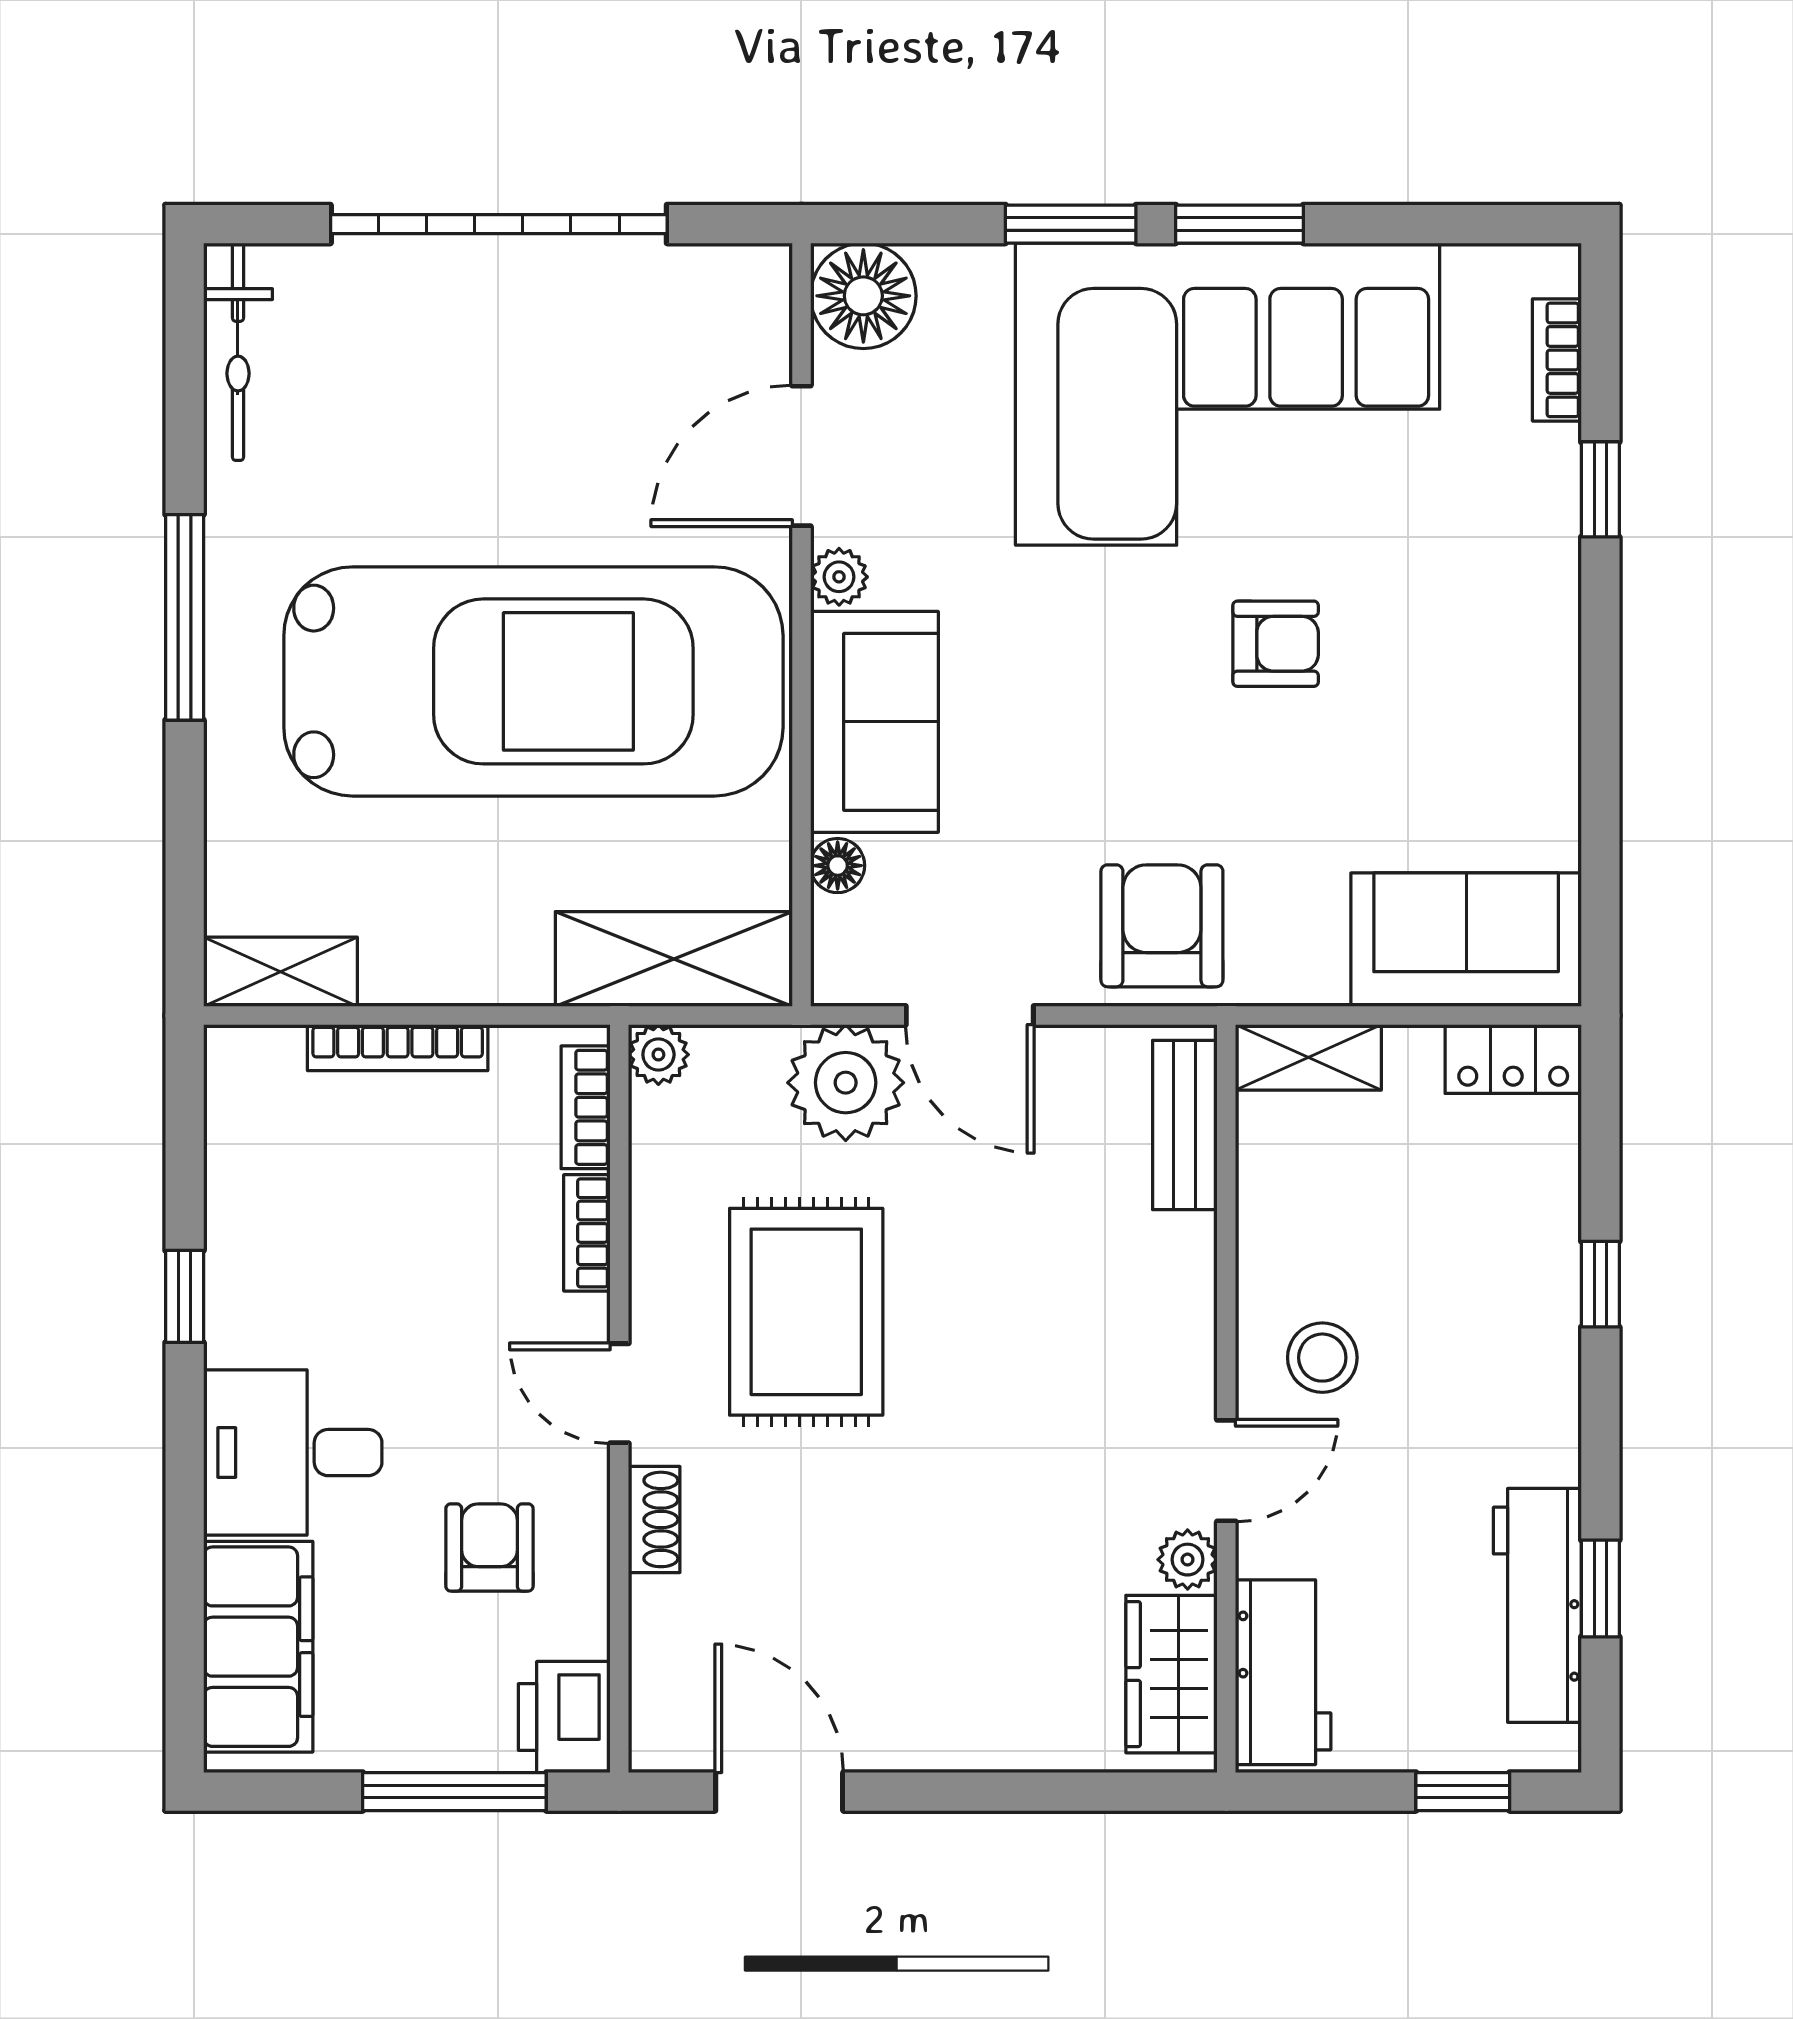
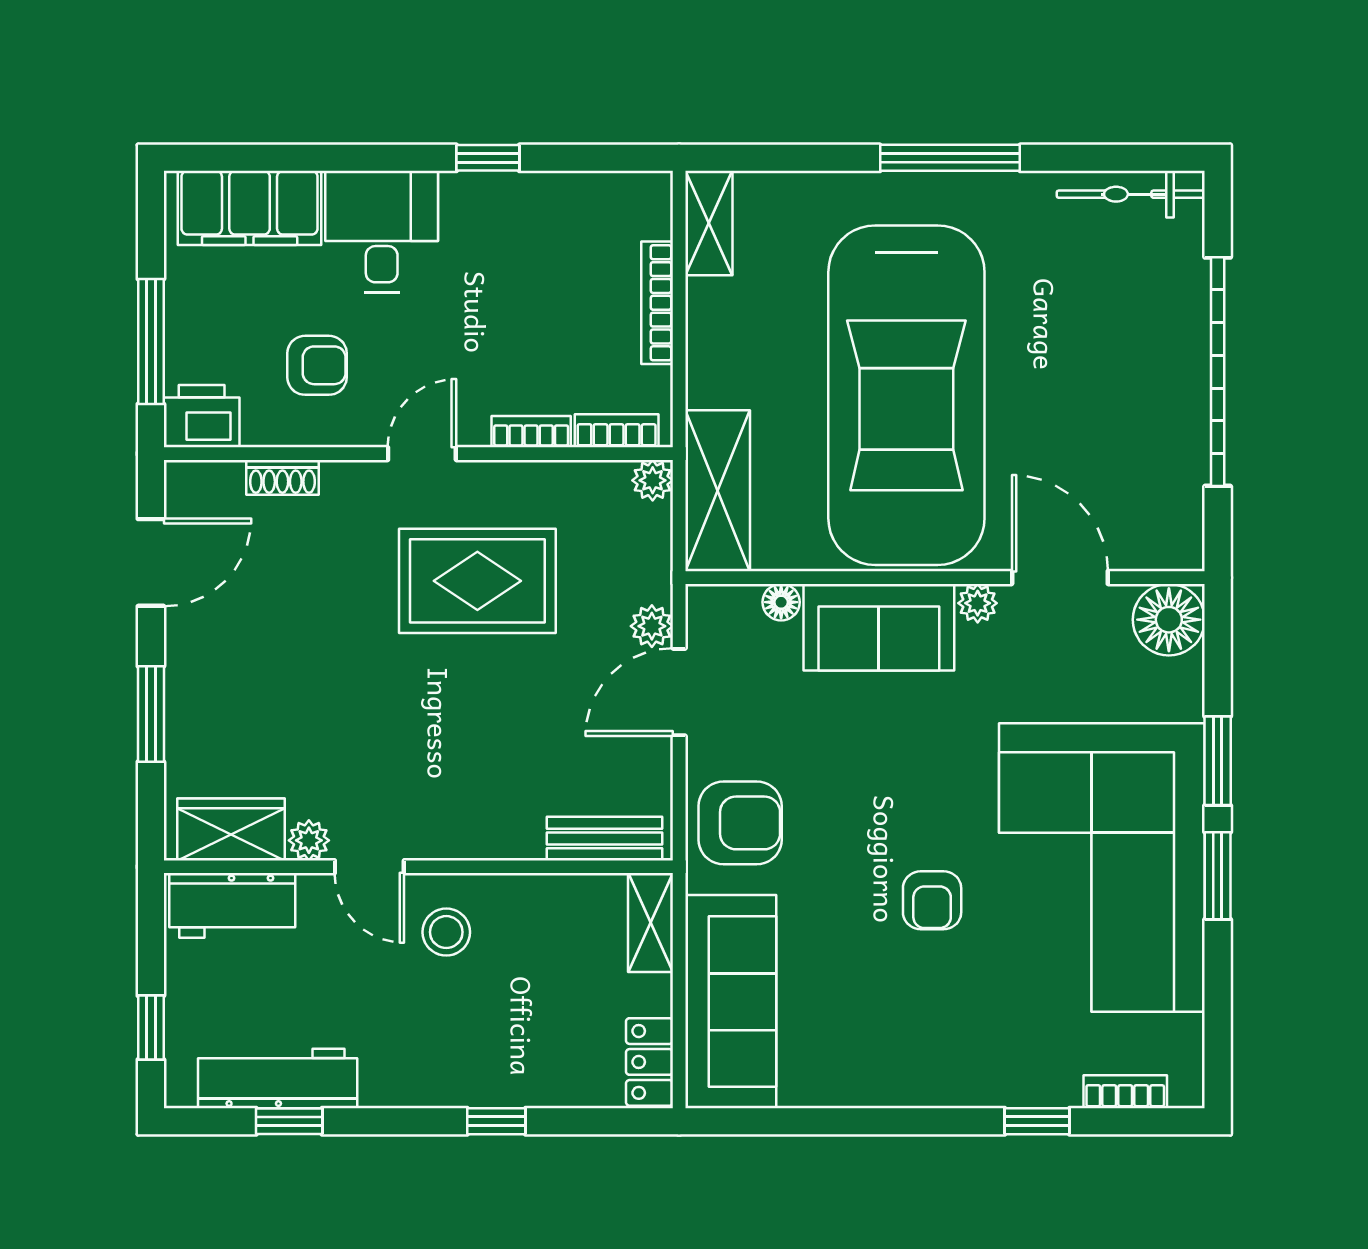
sofa: (1466, 940) -> (731, 1002), width x1.36
plant: (846, 1083) -> (652, 626), width x0.53, depth x0.53
shoe rack: (654, 1519) -> (282, 477), moved
window: (1002, 1792) -> (151, 714), added

